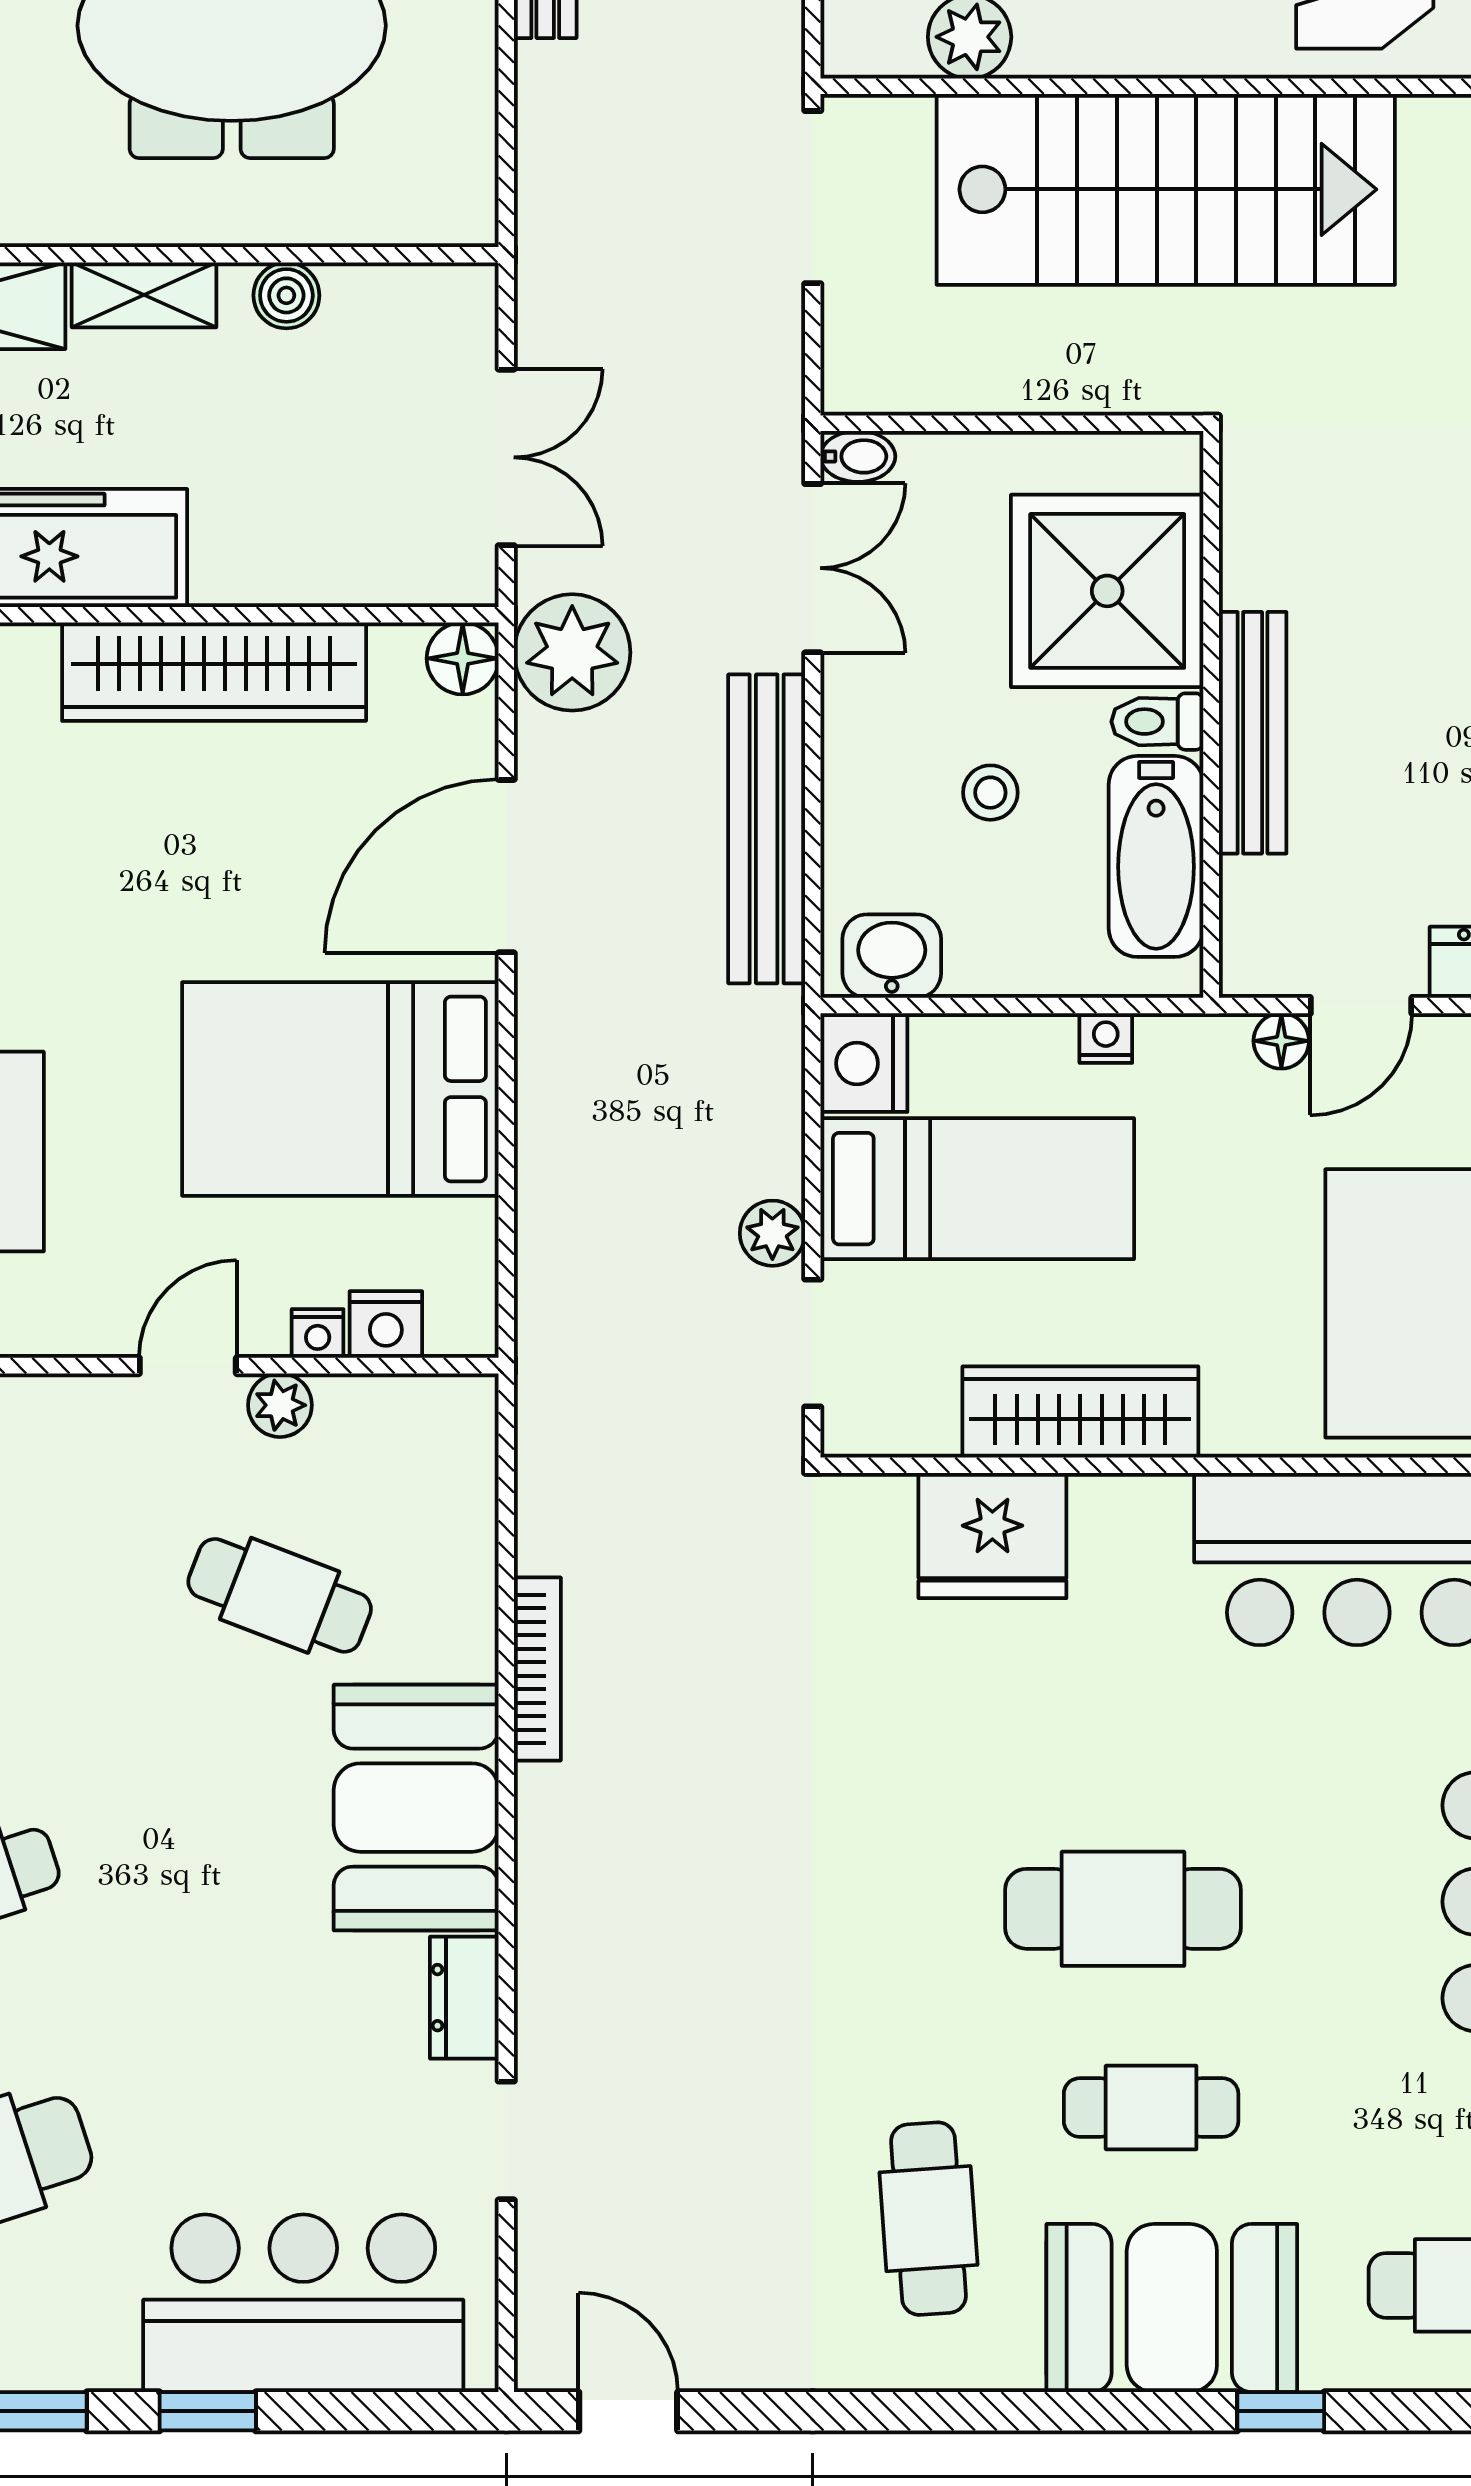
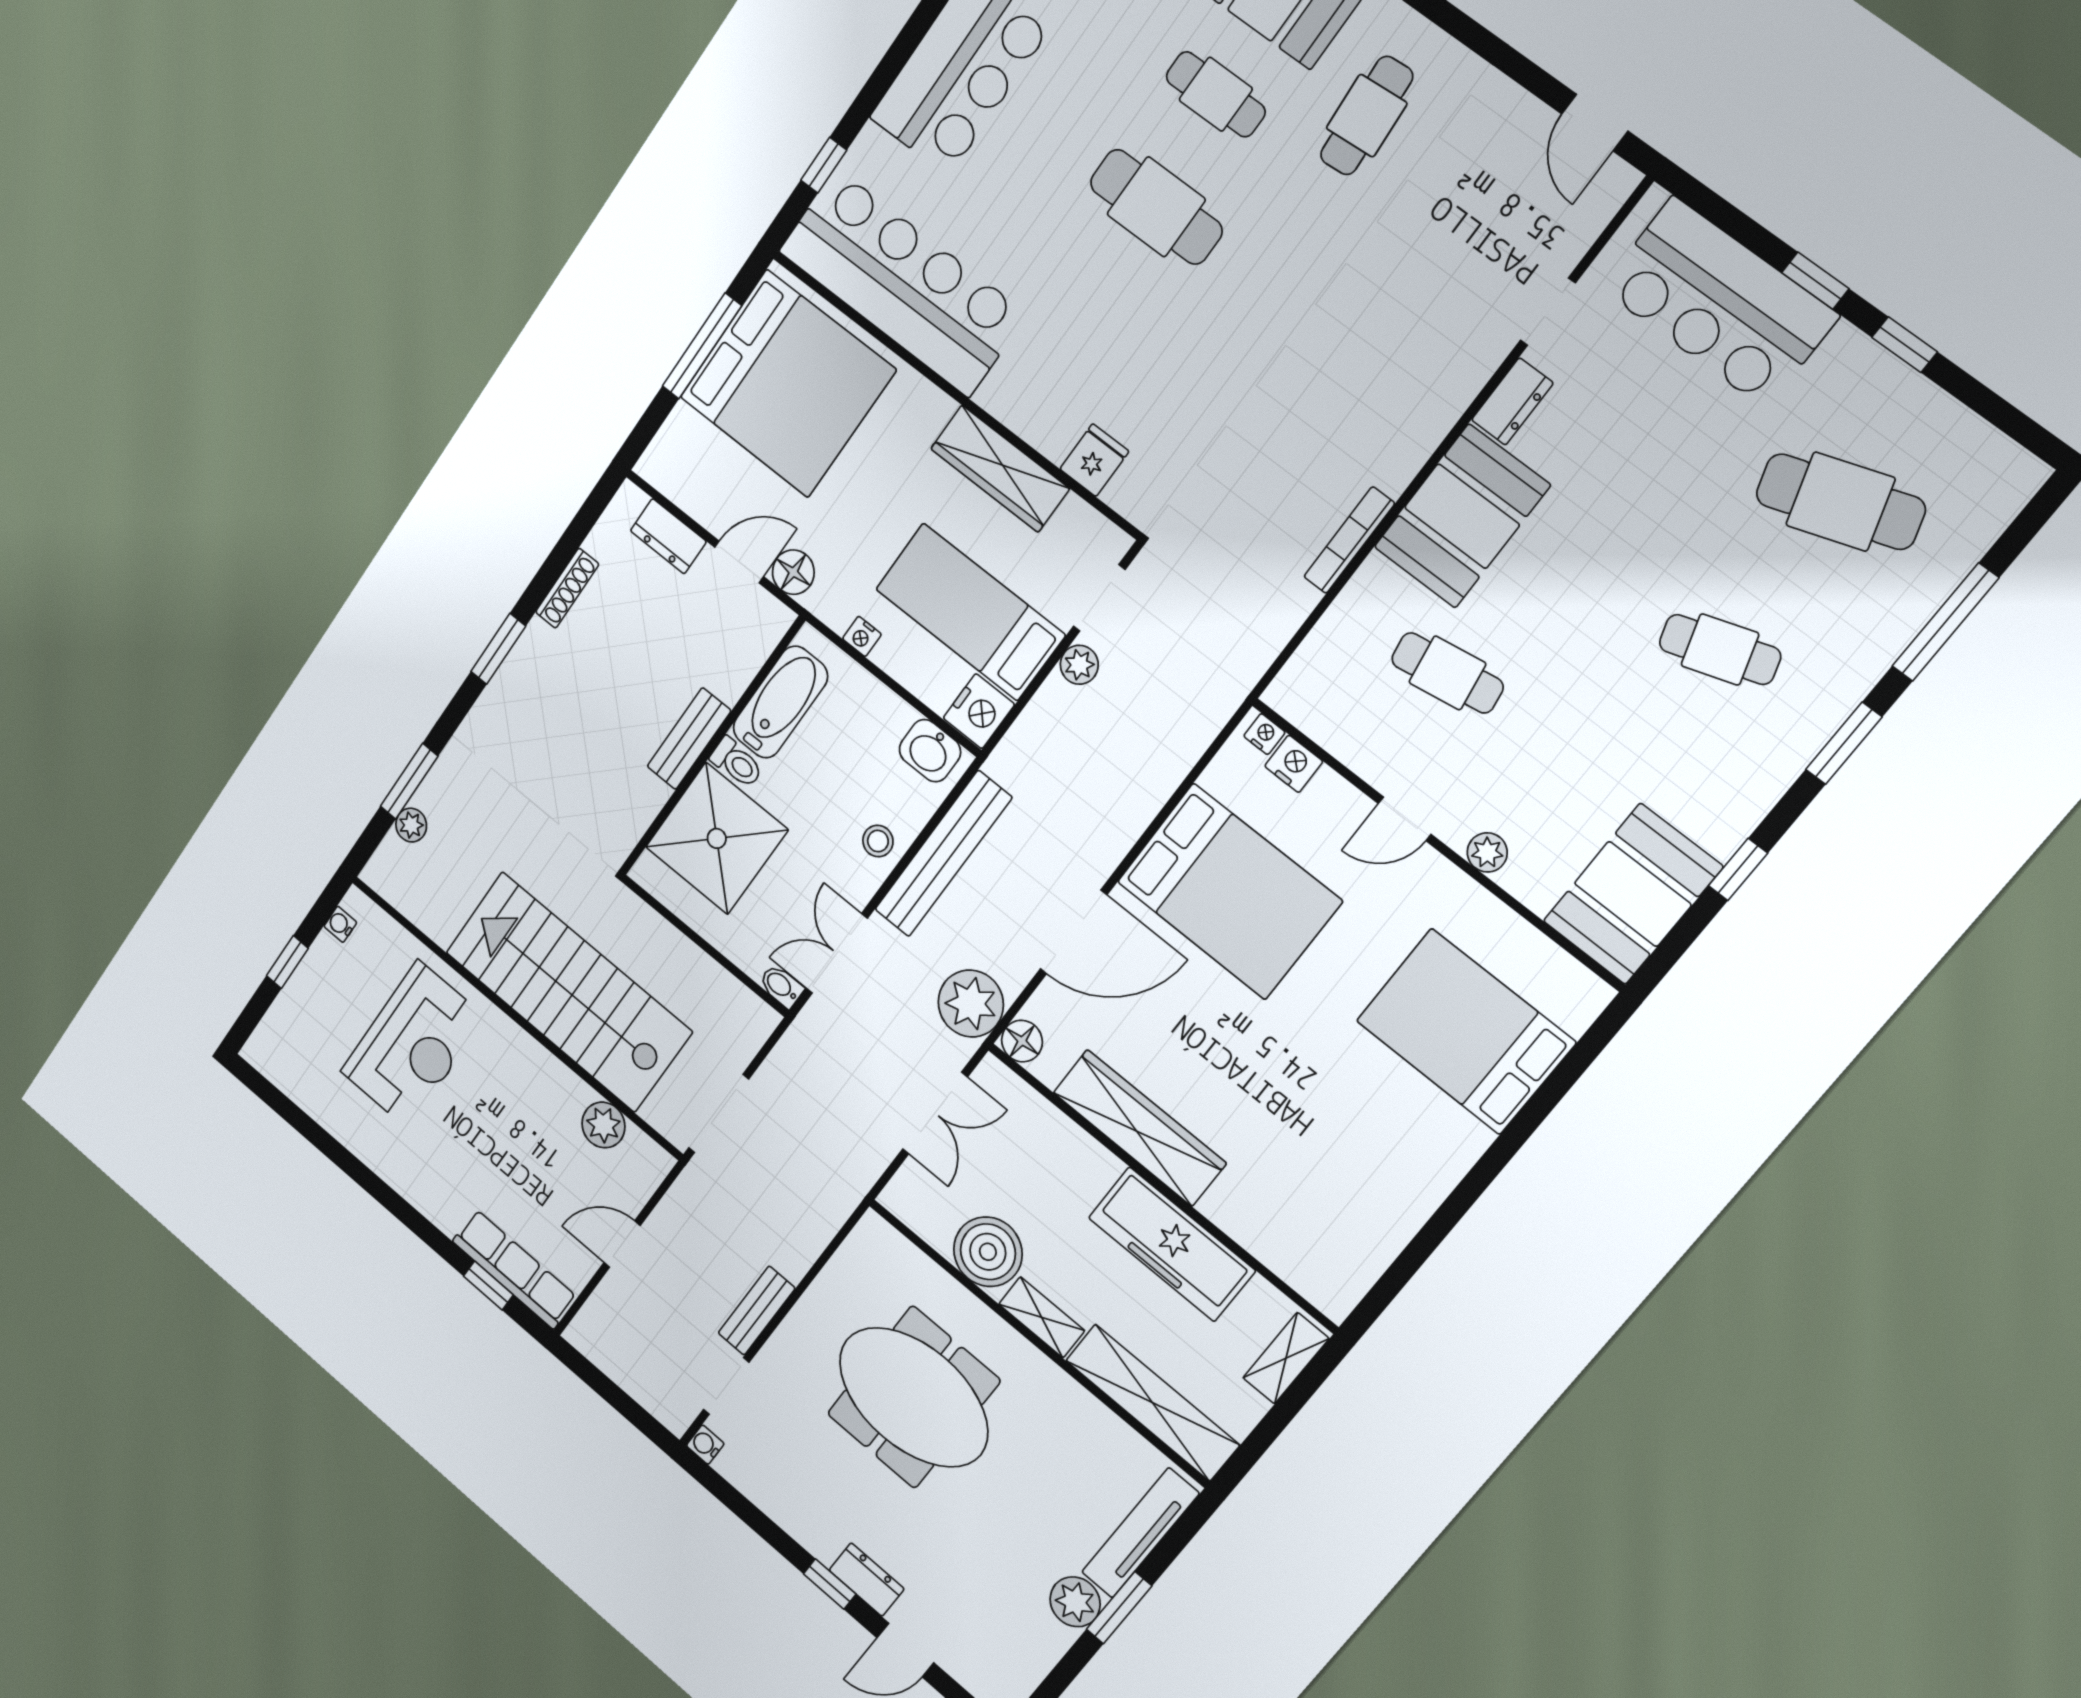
boiler: (286, 295) -> (988, 1252), width x1.86, depth x1.86
double door: (506, 457) -> (935, 1113), swing flipped
bench: (1253, 733) -> (689, 739), width x0.73
stool: (990, 793) -> (878, 841), moved
floor lamp: (1281, 1041) -> (793, 572), width x1.37, depth x1.37
nightstand: (318, 1334) -> (1264, 734), moved
plant: (280, 1405) -> (1487, 852), moved
fridge: (992, 1536) -> (1094, 460), width x0.53, depth x0.75
cafe table: (280, 1595) -> (1447, 673), turned -30

